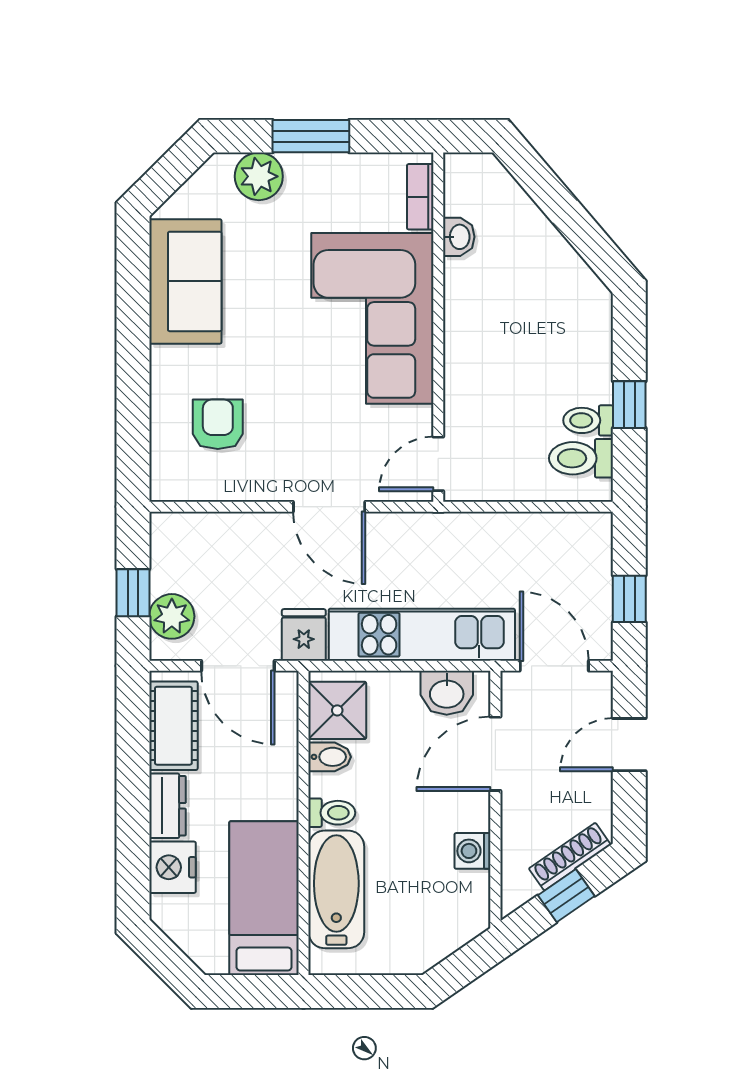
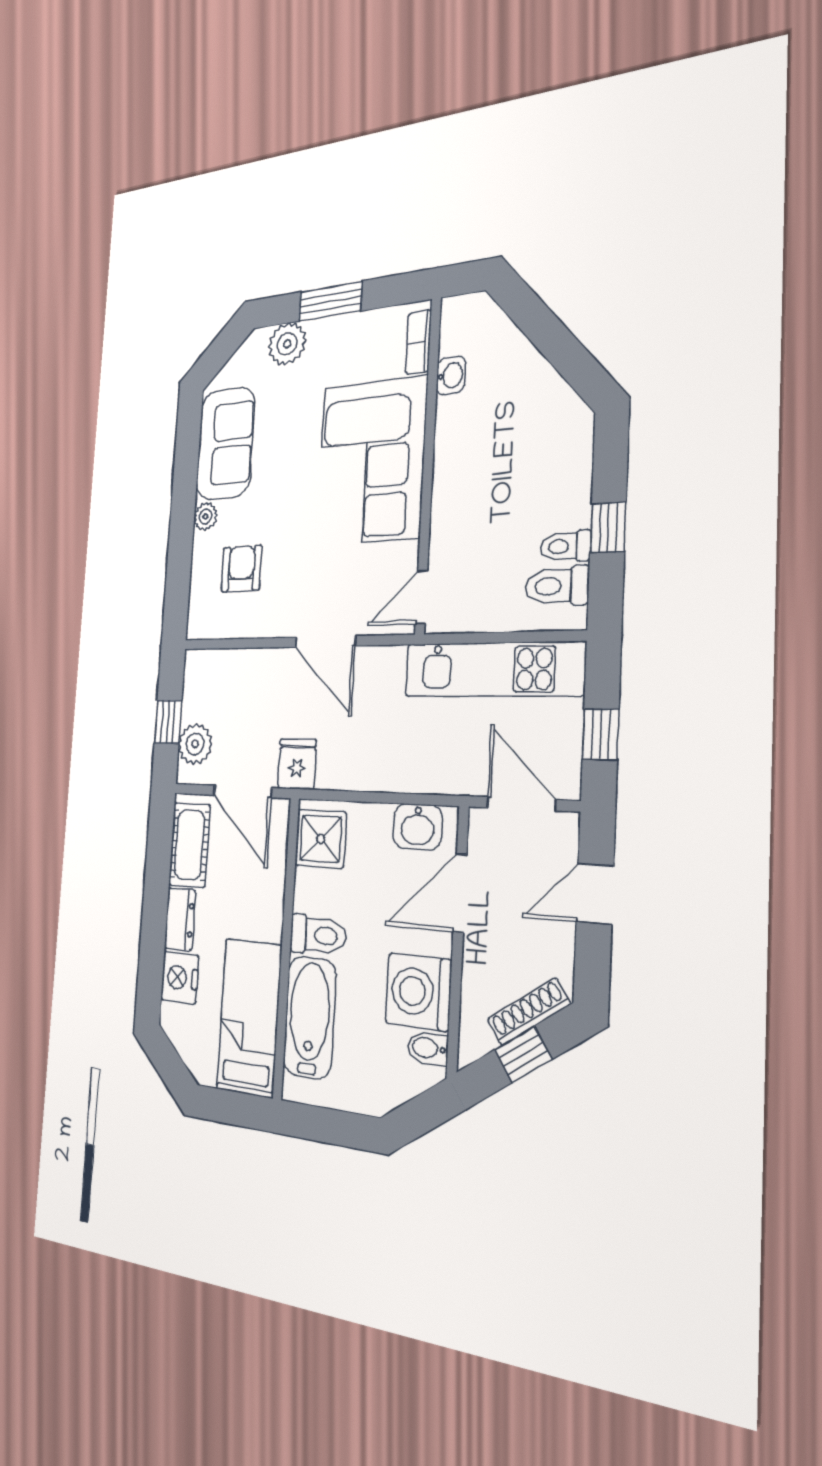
plant: (165, 363) -> (205, 517), added
kitchen unit: (422, 635) -> (493, 669), moved, turned 180
bidet: (330, 757) -> (428, 1048), moved, turned 180
toilet: (332, 813) -> (318, 935), width x1.37, depth x1.39
washing machine: (473, 851) -> (419, 992), width x1.89, depth x1.89

